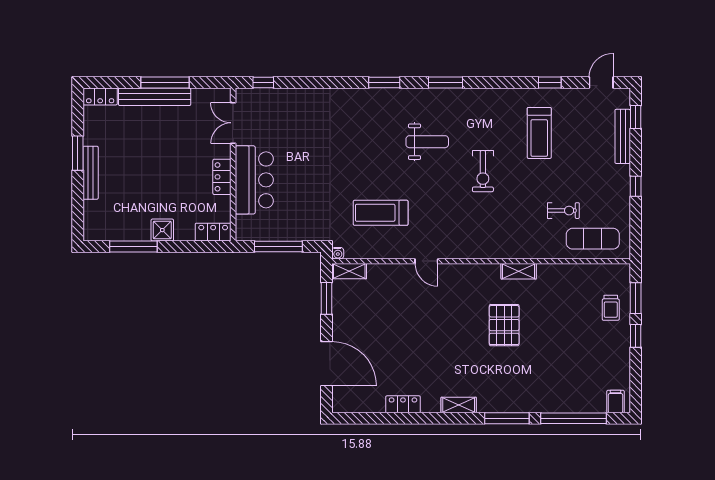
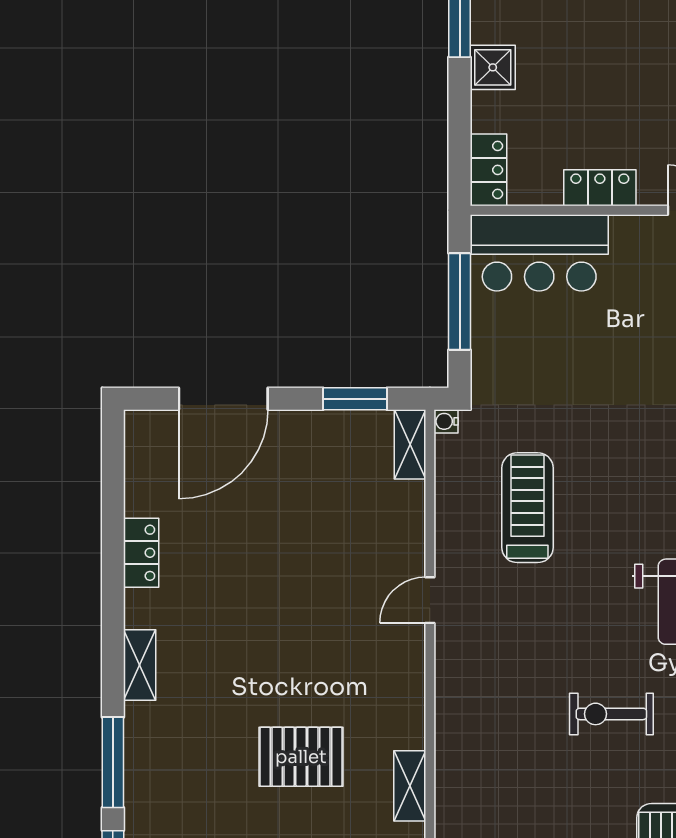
bar counter: (254, 180) -> (539, 253), moved

